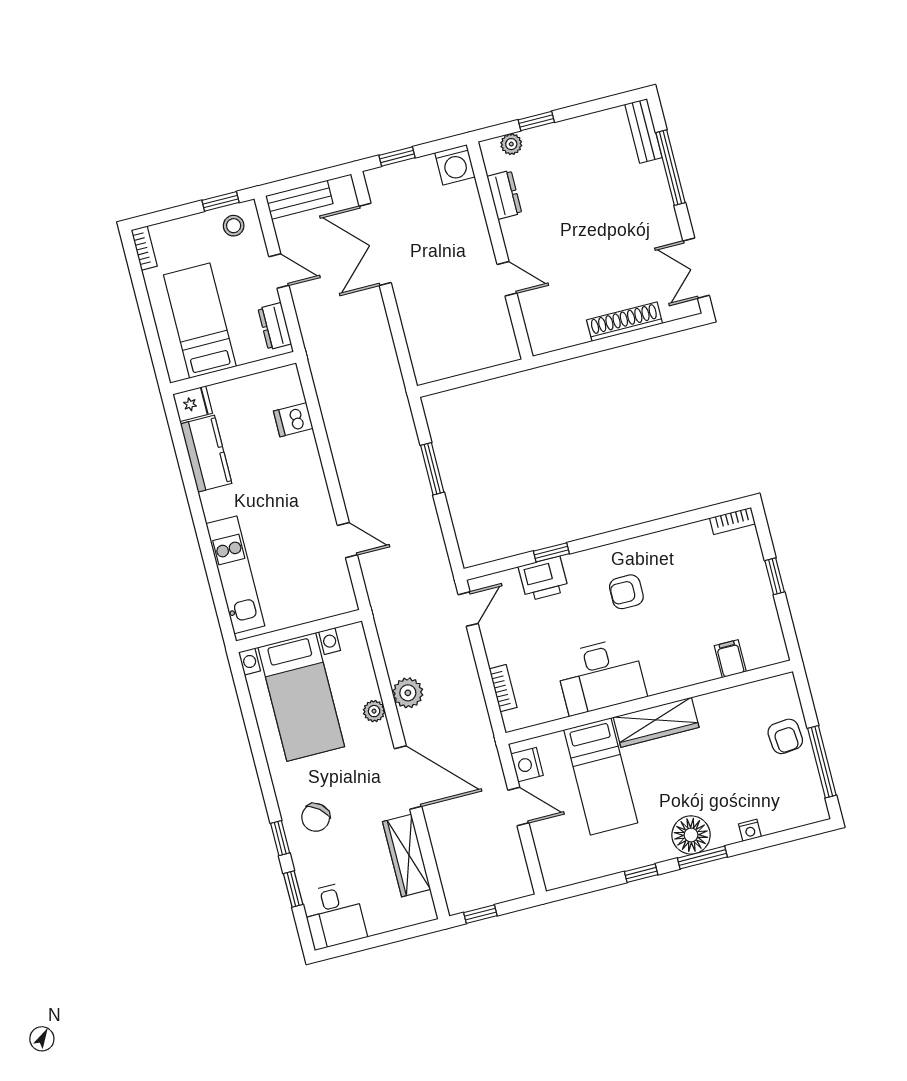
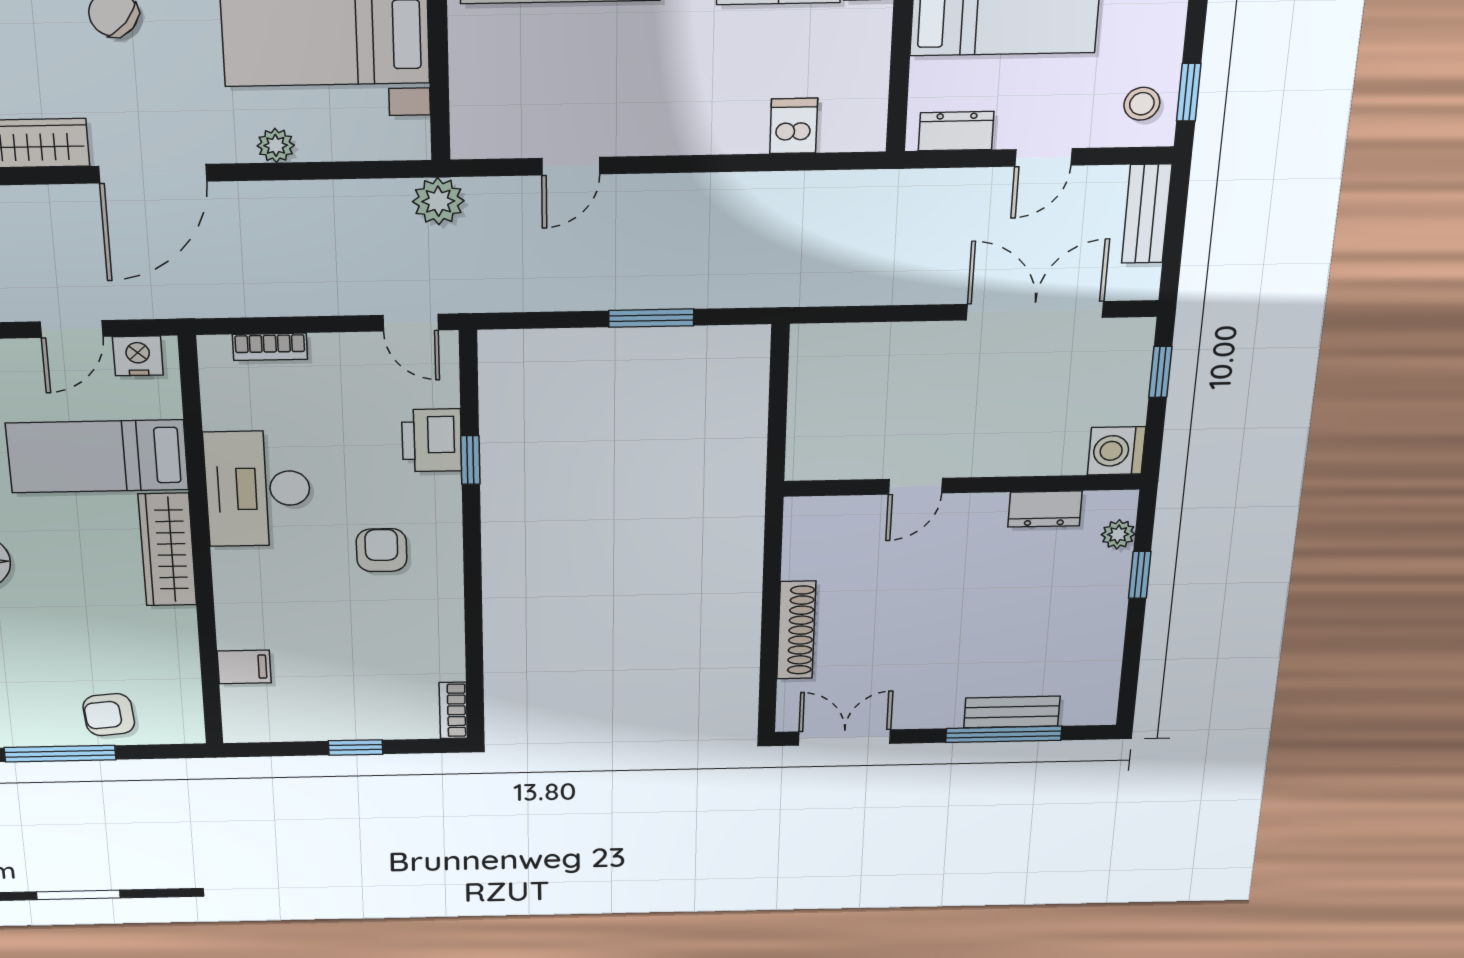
bench: (643, 131) -> (1012, 712), moved
plant: (408, 693) -> (438, 201), moved

